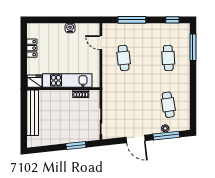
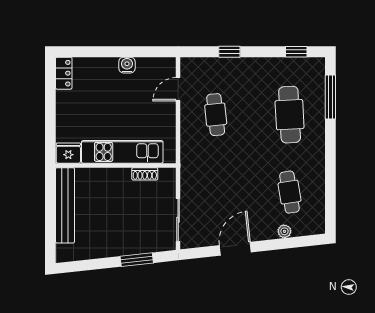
window: (132, 20) -> (229, 52), width x0.46
door: (101, 43) -> (178, 89), hinge flipped
locker: (32, 48) -> (64, 73), moved
cafe table: (168, 58) -> (290, 115), width x1.37, depth x1.35
window: (166, 136) -> (286, 243), removed
door: (136, 139) -> (235, 249), swing flipped

